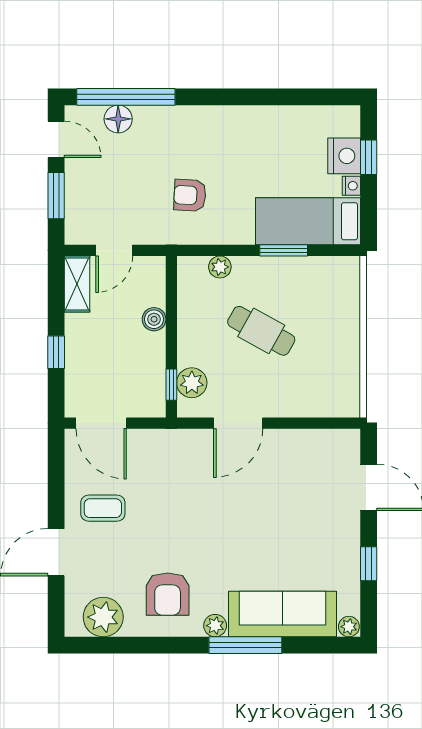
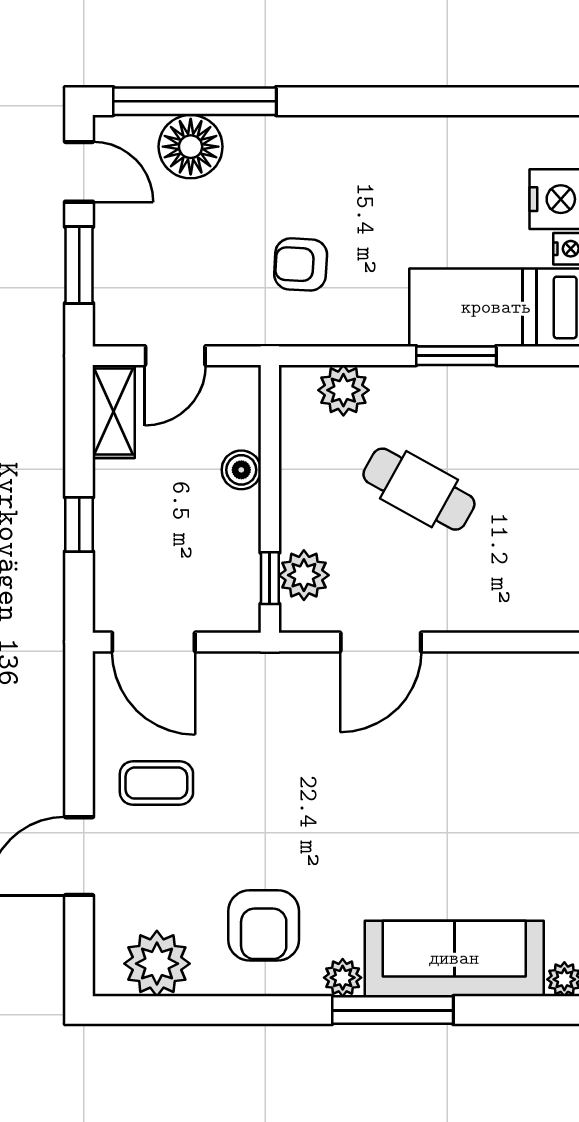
floor lamp: (118, 119) -> (191, 147), width x1.38, depth x1.38
plant: (220, 267) -> (343, 390), width x1.38, depth x1.38

